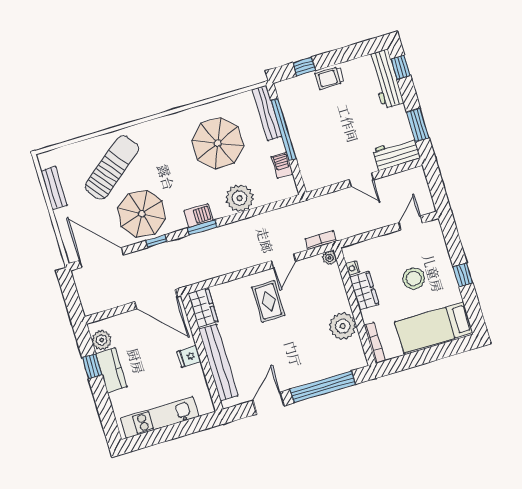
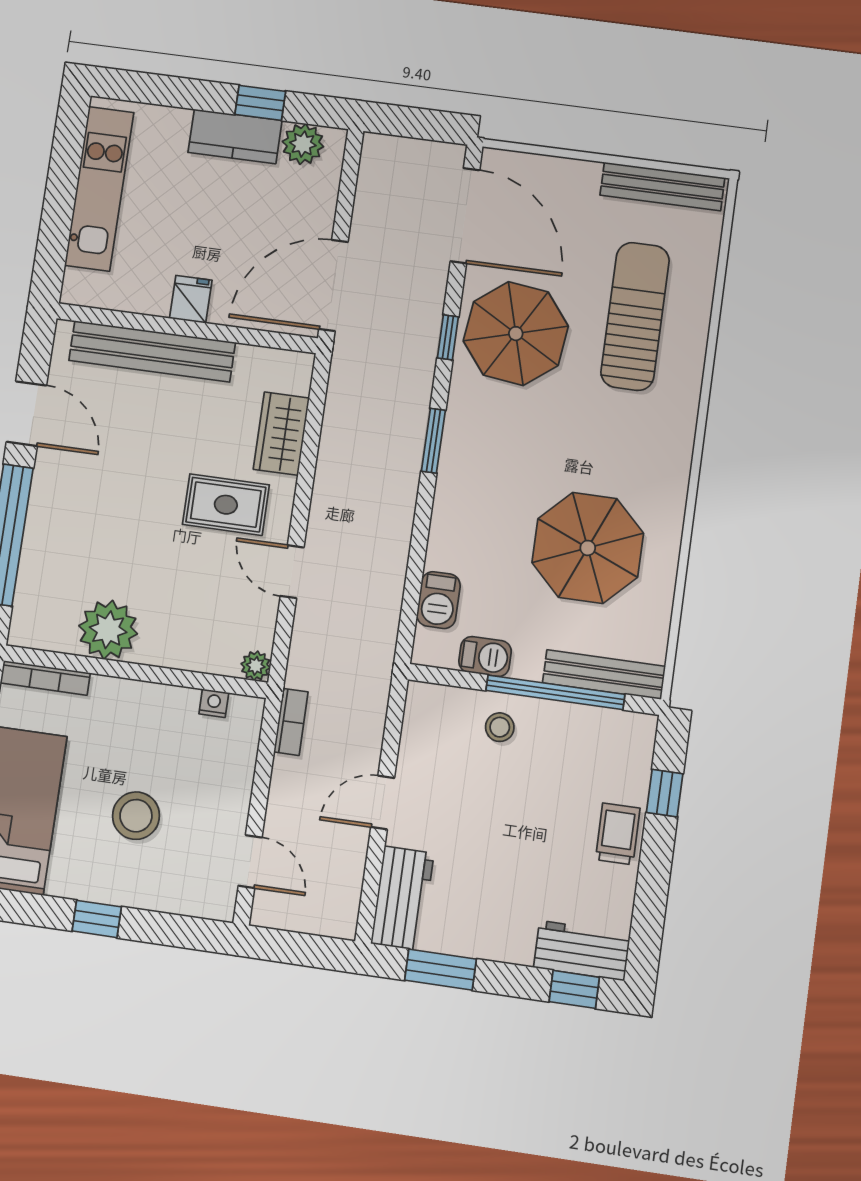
workbench: (386, 79) -> (582, 951), width x0.73
stool: (308, 146) -> (500, 727), added
sun lounger: (112, 167) -> (635, 316), turned -142
bench: (54, 188) -> (662, 187), width x1.36
plant: (240, 198) -> (458, 541), removed
barbecue: (198, 216) -> (438, 600), moved
bookcase: (321, 240) -> (291, 722), moved
door: (101, 258) -> (465, 216), hinge flipped
wardrobe: (364, 291) -> (158, 705), removed
wardrobe: (203, 308) -> (281, 434), moved, turned 90

